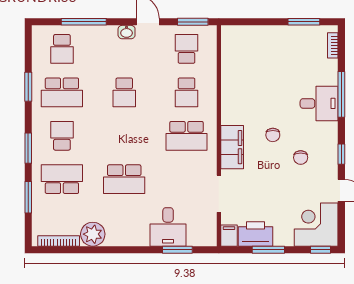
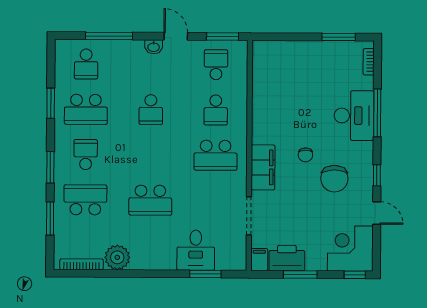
desk: (319, 103) -> (354, 116), width x1.37
chair: (301, 158) -> (334, 179), width x1.87, depth x1.87

